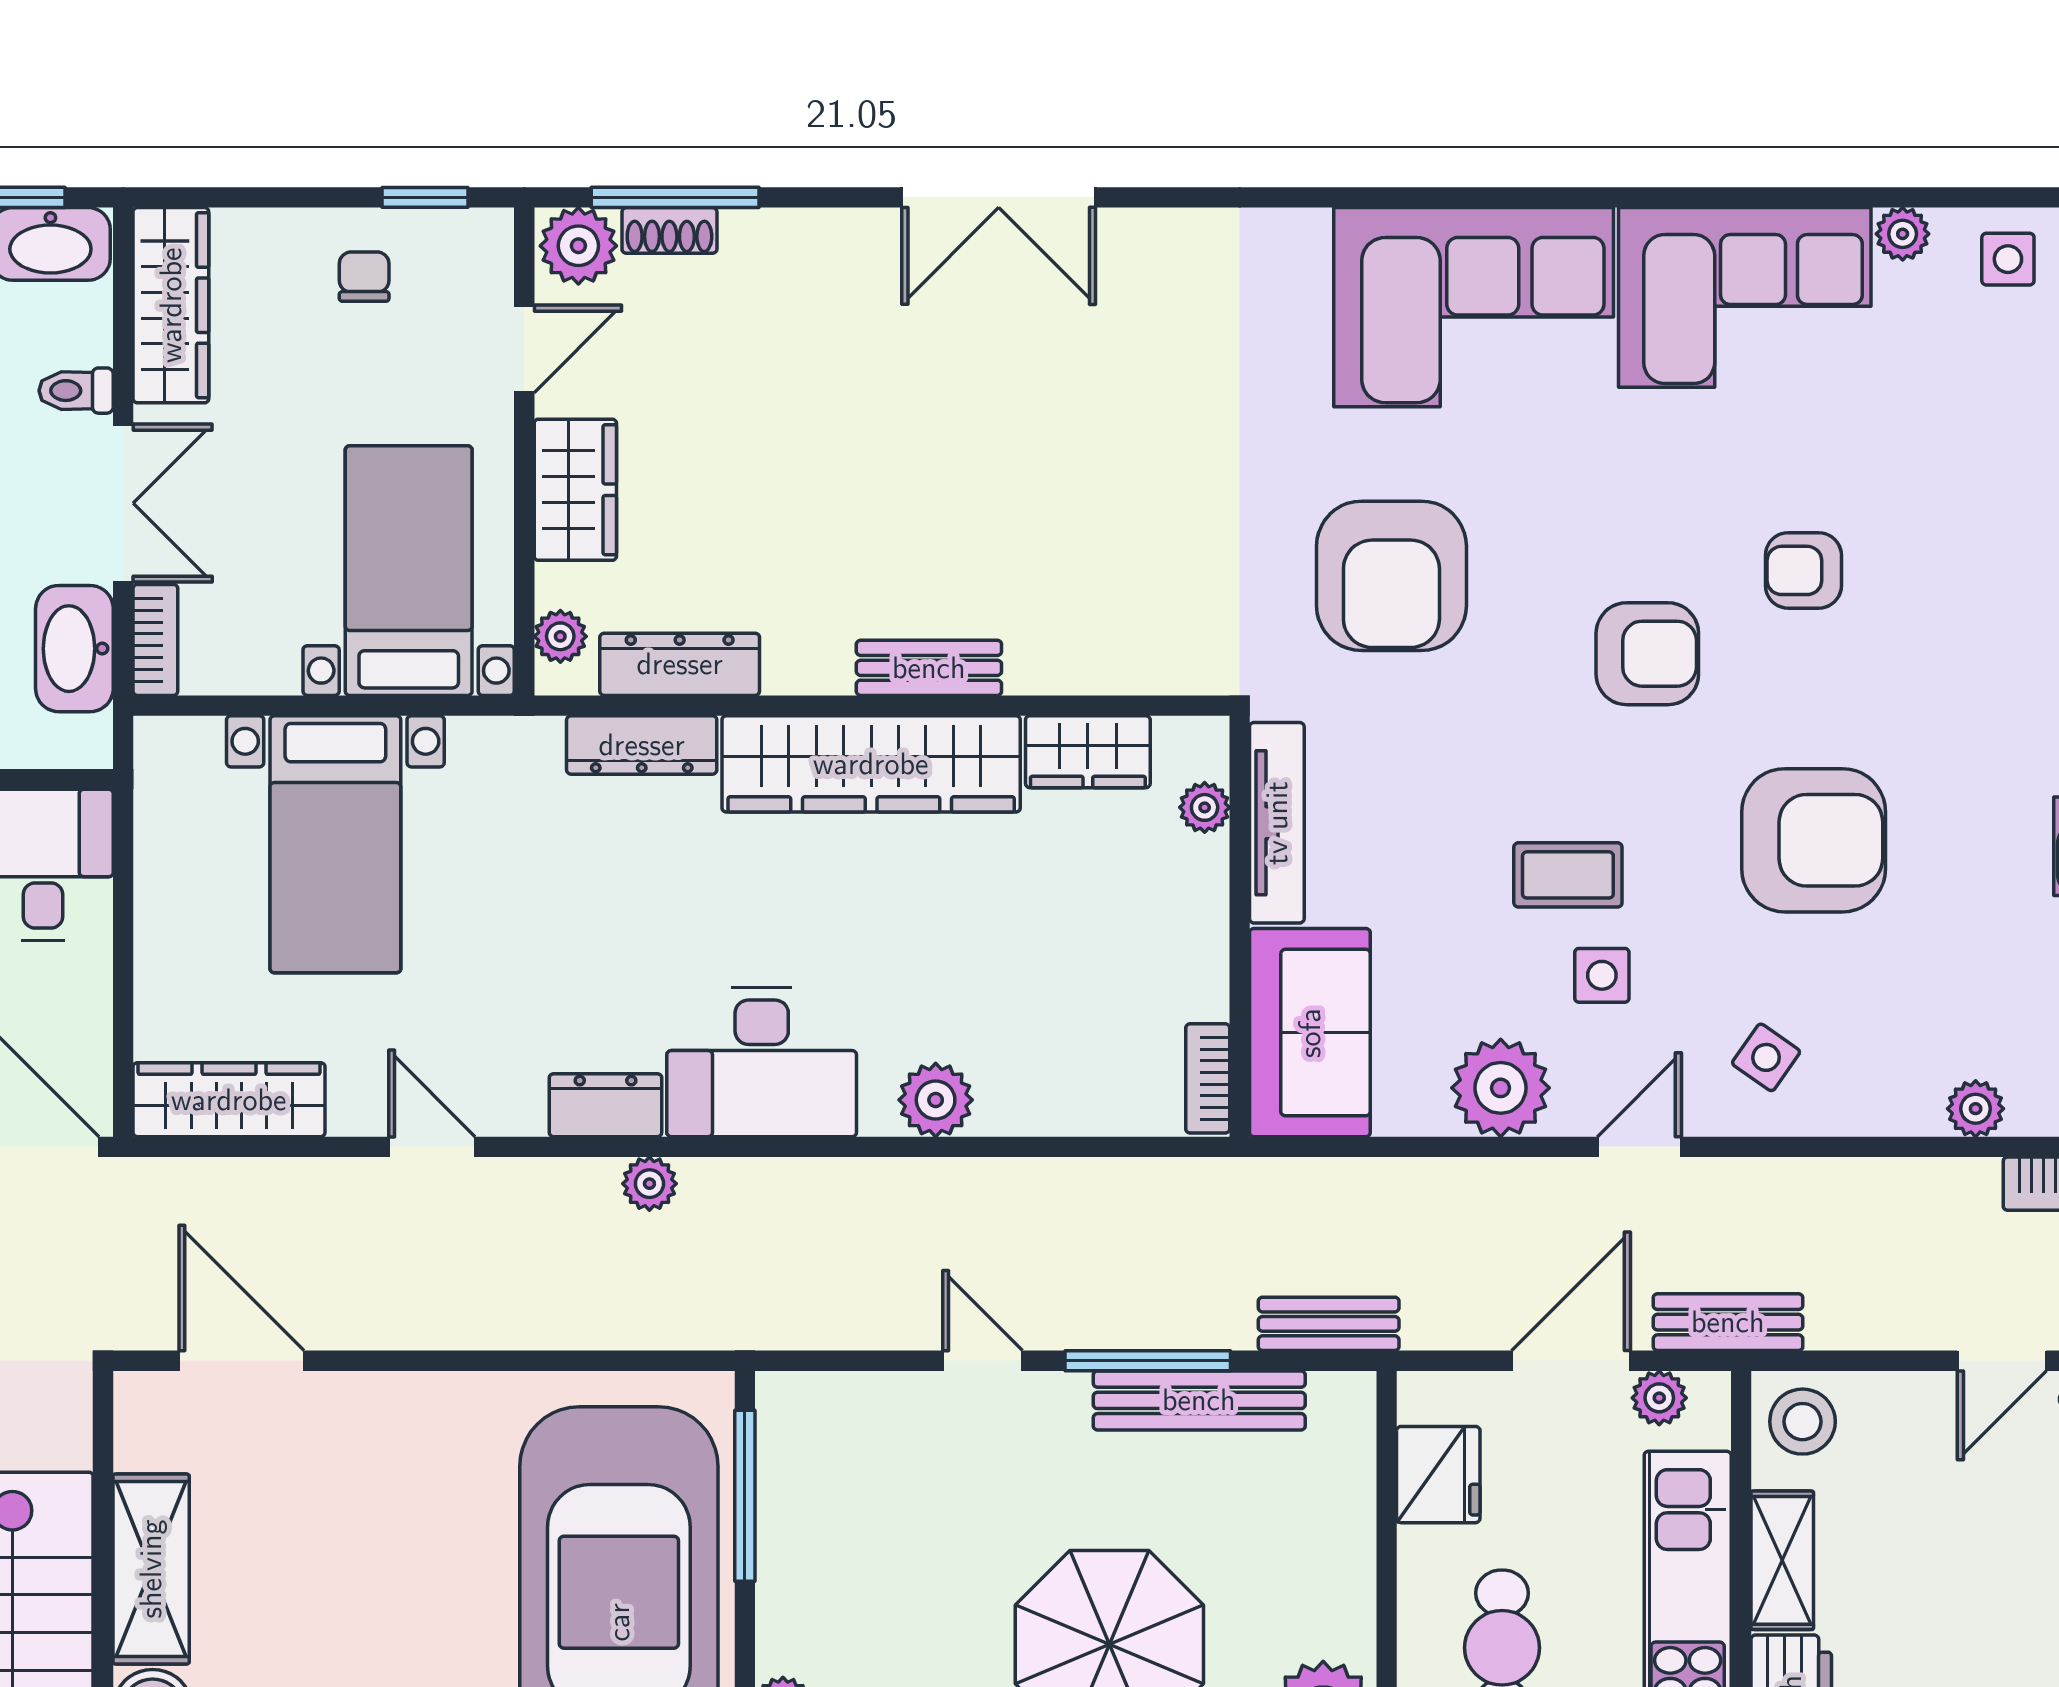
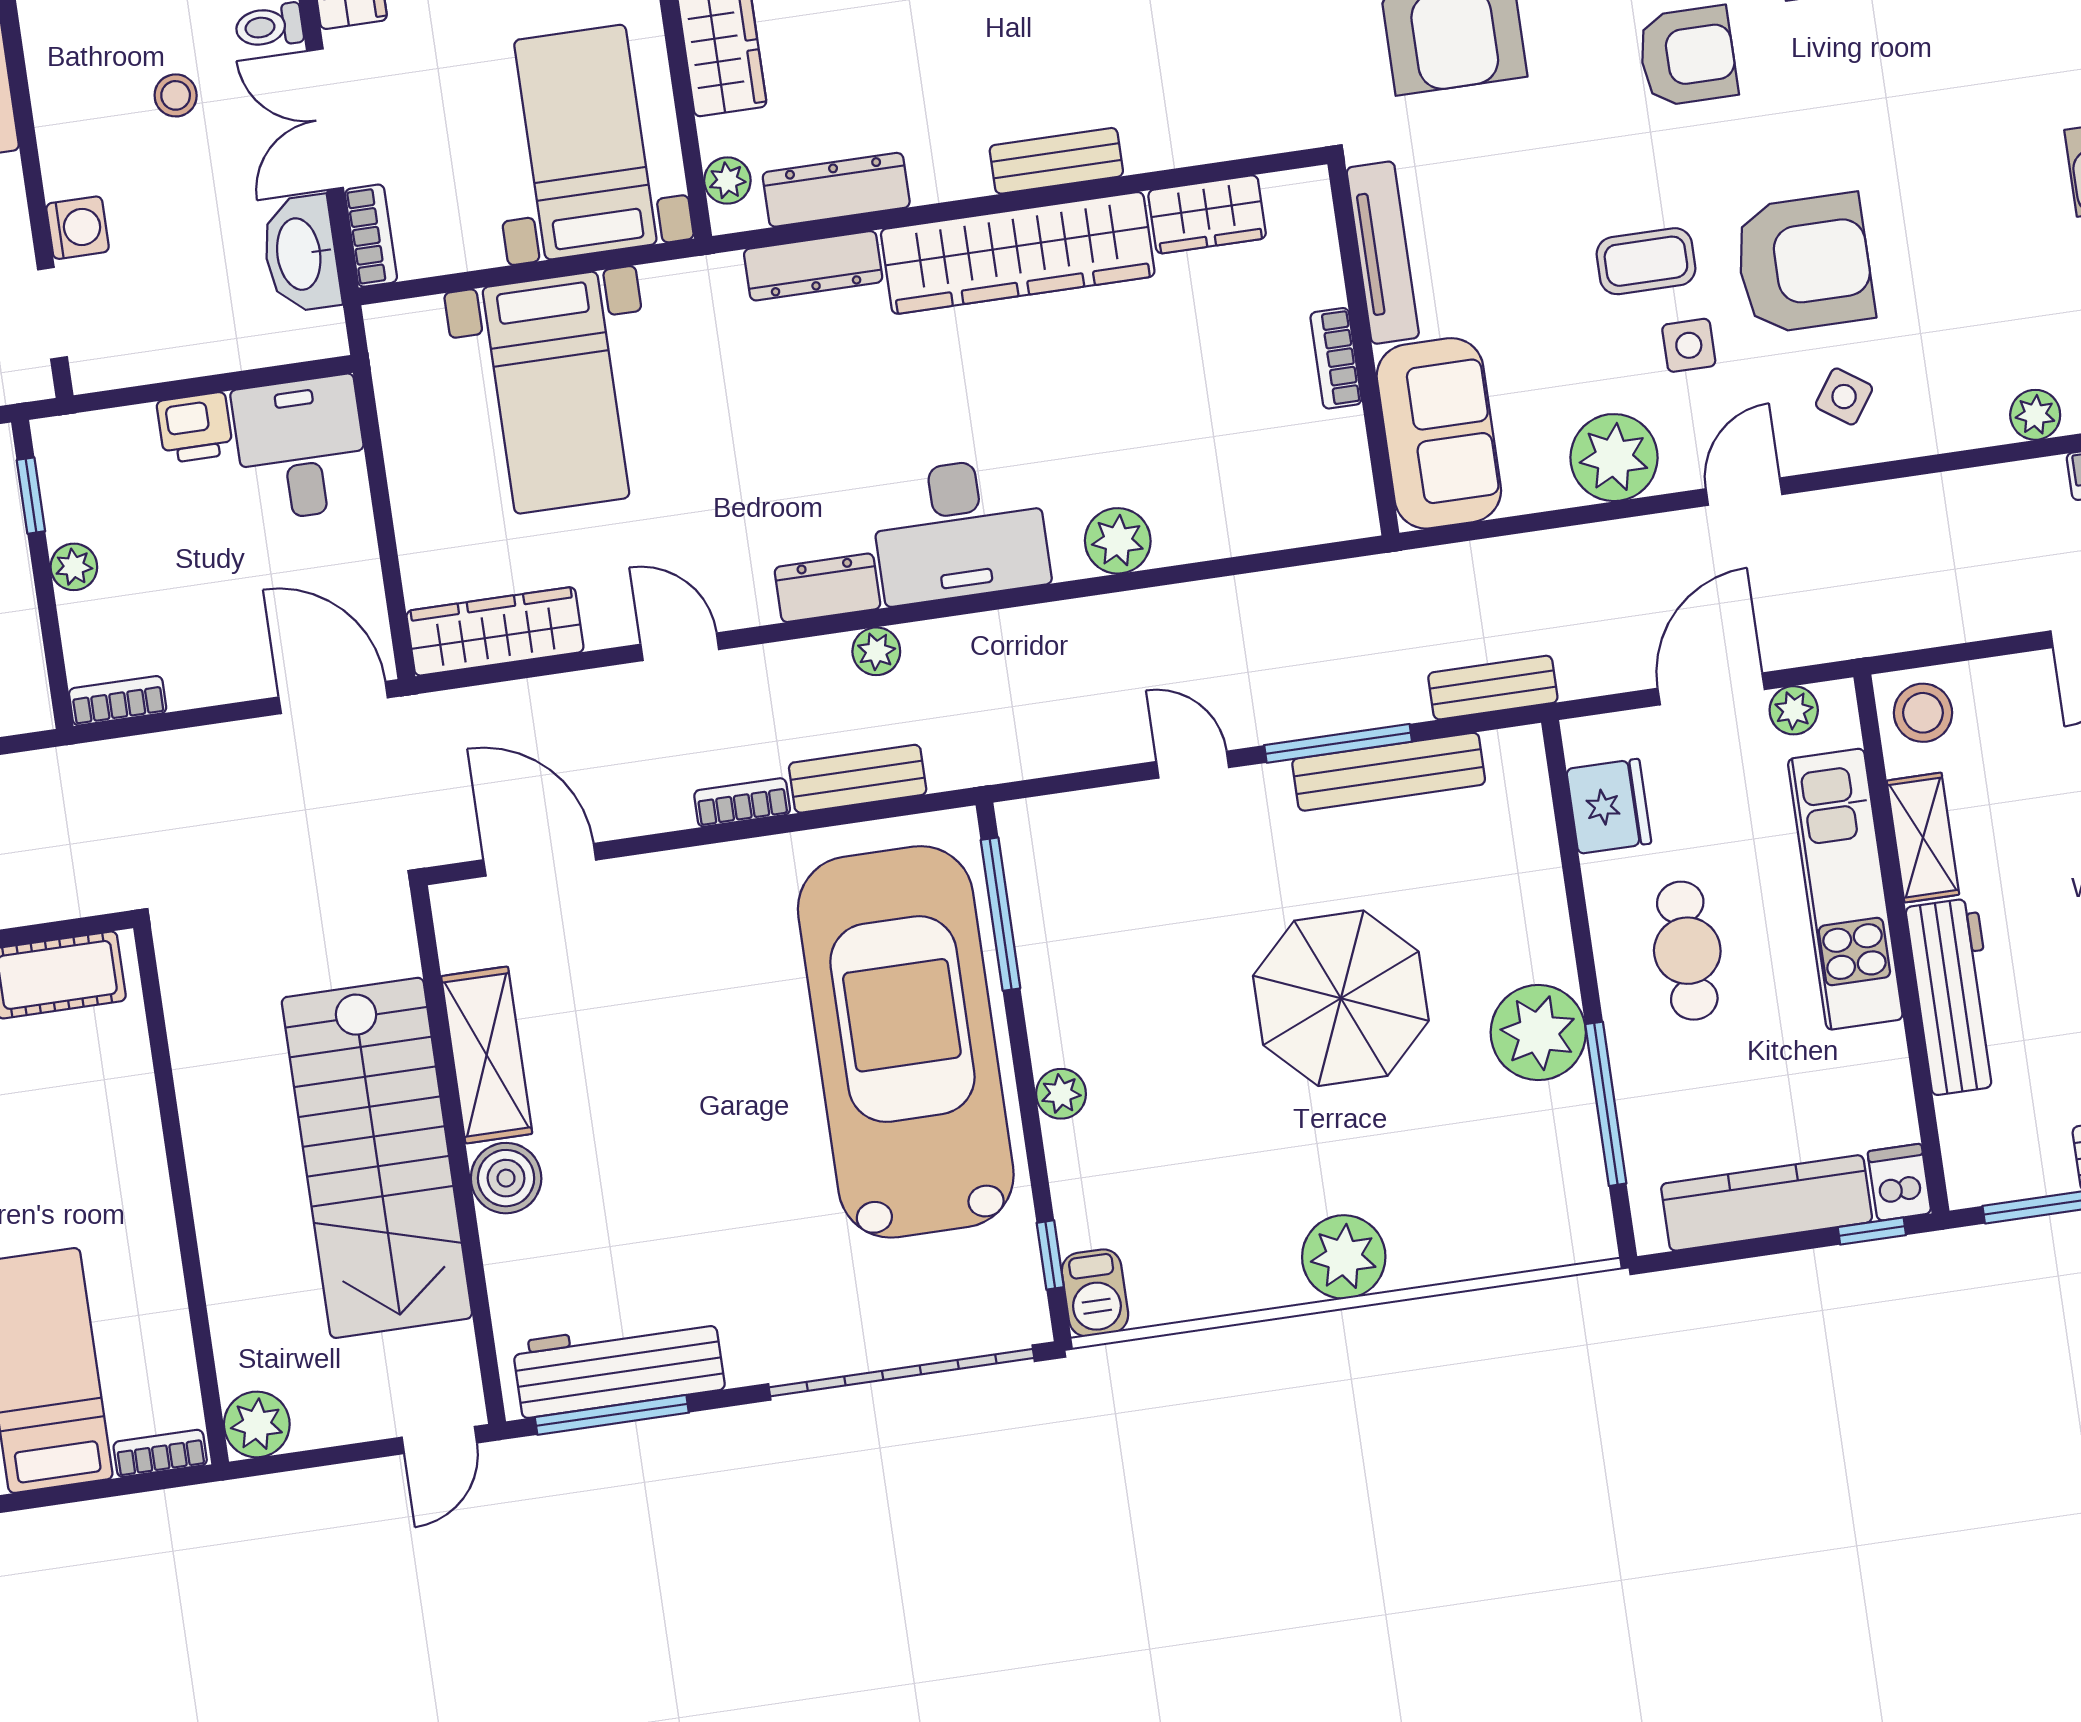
double door: (123, 503) -> (325, 119), swing flipped
plant: (1205, 807) -> (1317, 248), removed
armchair: (1814, 840) -> (1804, 263), moved
bookcase: (1208, 1078) -> (1336, 358), moved
bench: (1728, 1322) -> (858, 779), moved
bookcase: (476, 1330) -> (742, 802), added

